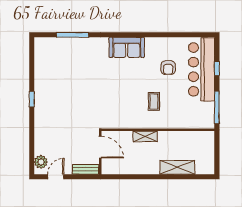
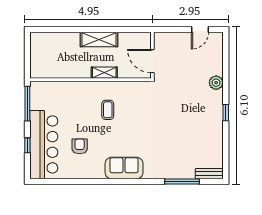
coffee table: (154, 101) -> (108, 110), moved
plant: (41, 162) -> (216, 83), moved
shelving: (177, 167) -> (99, 40), moved
bench: (86, 169) -> (209, 174), moved

